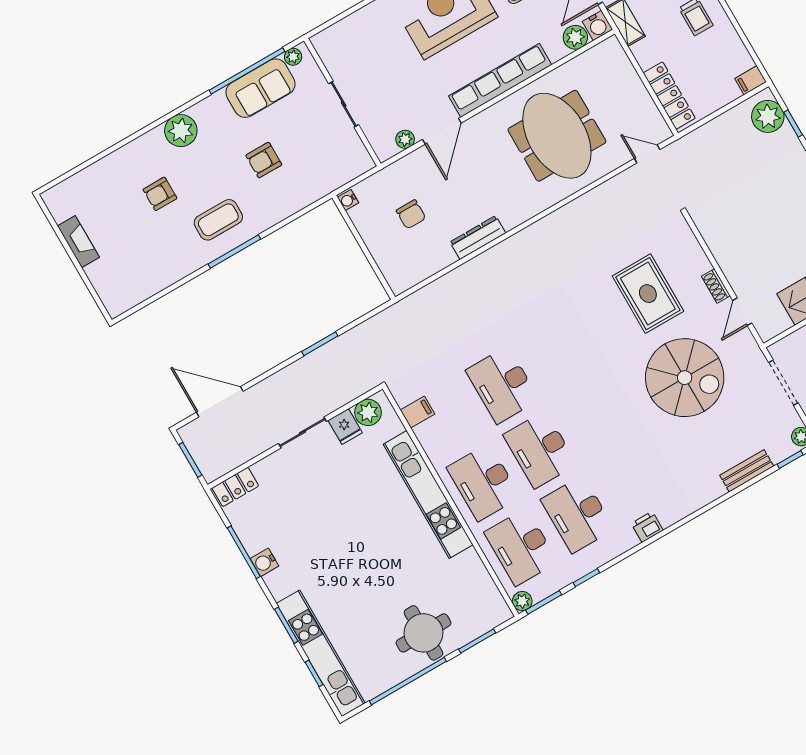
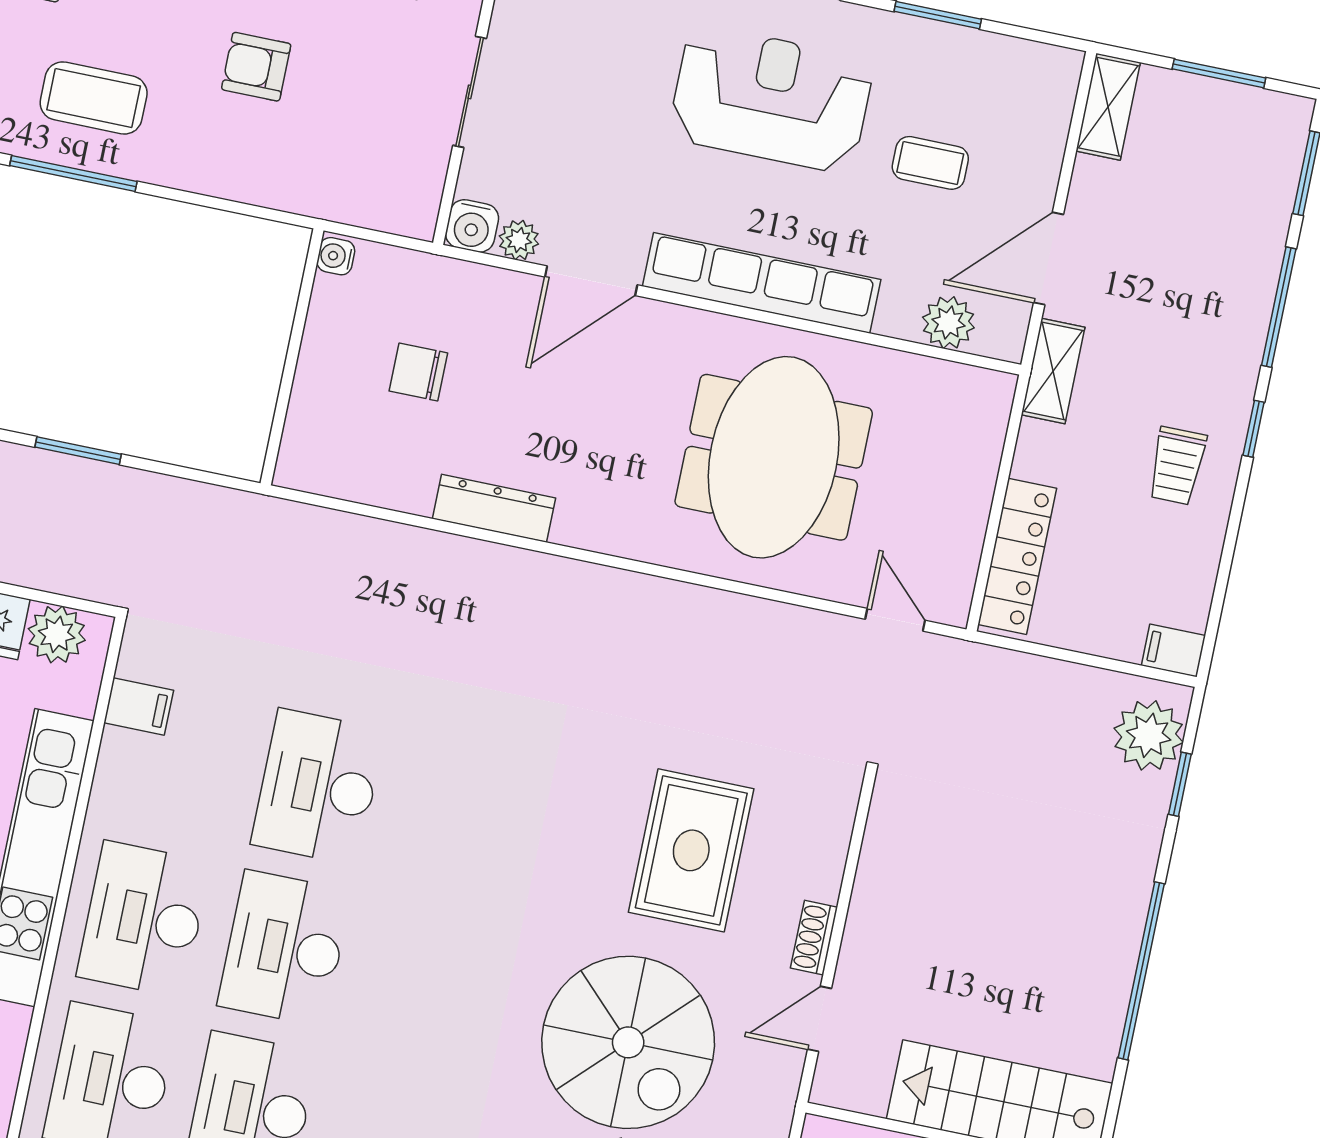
water cooler: (597, 26) -> (472, 226), moved
chair: (411, 214) -> (418, 372), turned 90

